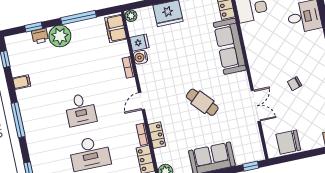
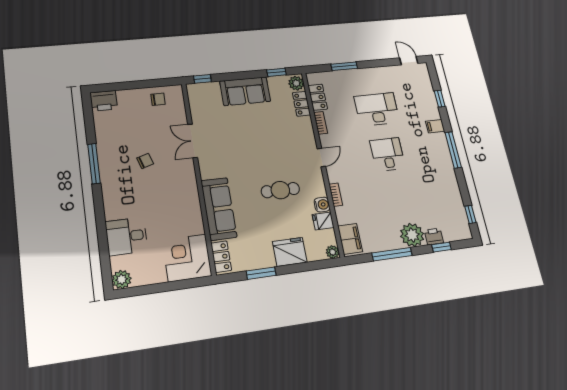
filing cabinet: (22, 82) -> (435, 126), moved
cafe table: (202, 102) -> (280, 190), moved, turned -48
locker: (157, 135) -> (301, 104), moved
chair: (288, 142) -> (158, 99), width x0.54, depth x0.54

